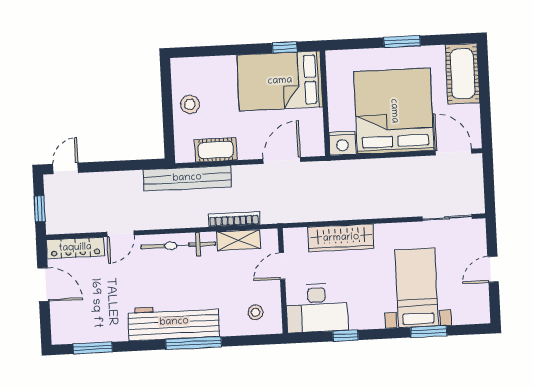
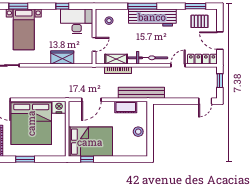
wardrobe: (341, 238) -> (62, 58), width x0.67
pallet: (84, 319) -> (199, 21), added

